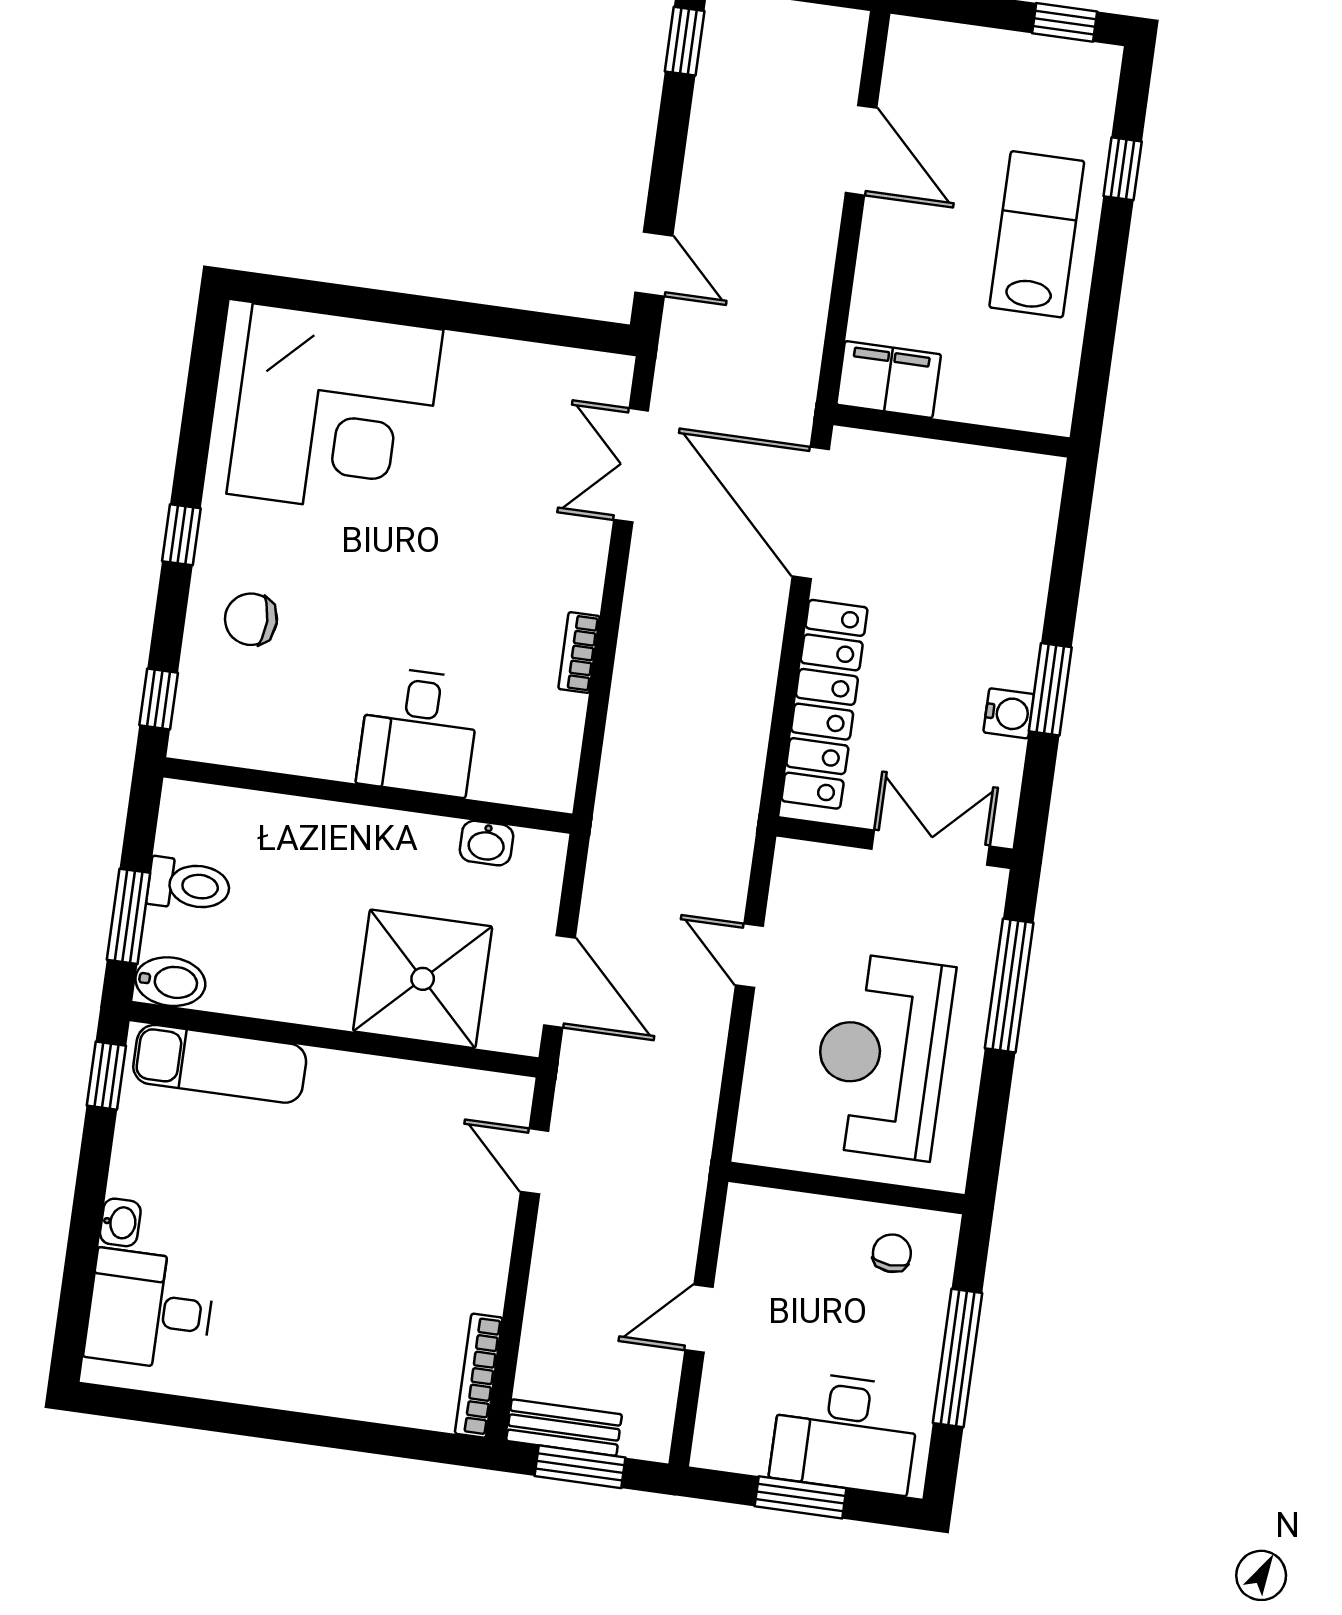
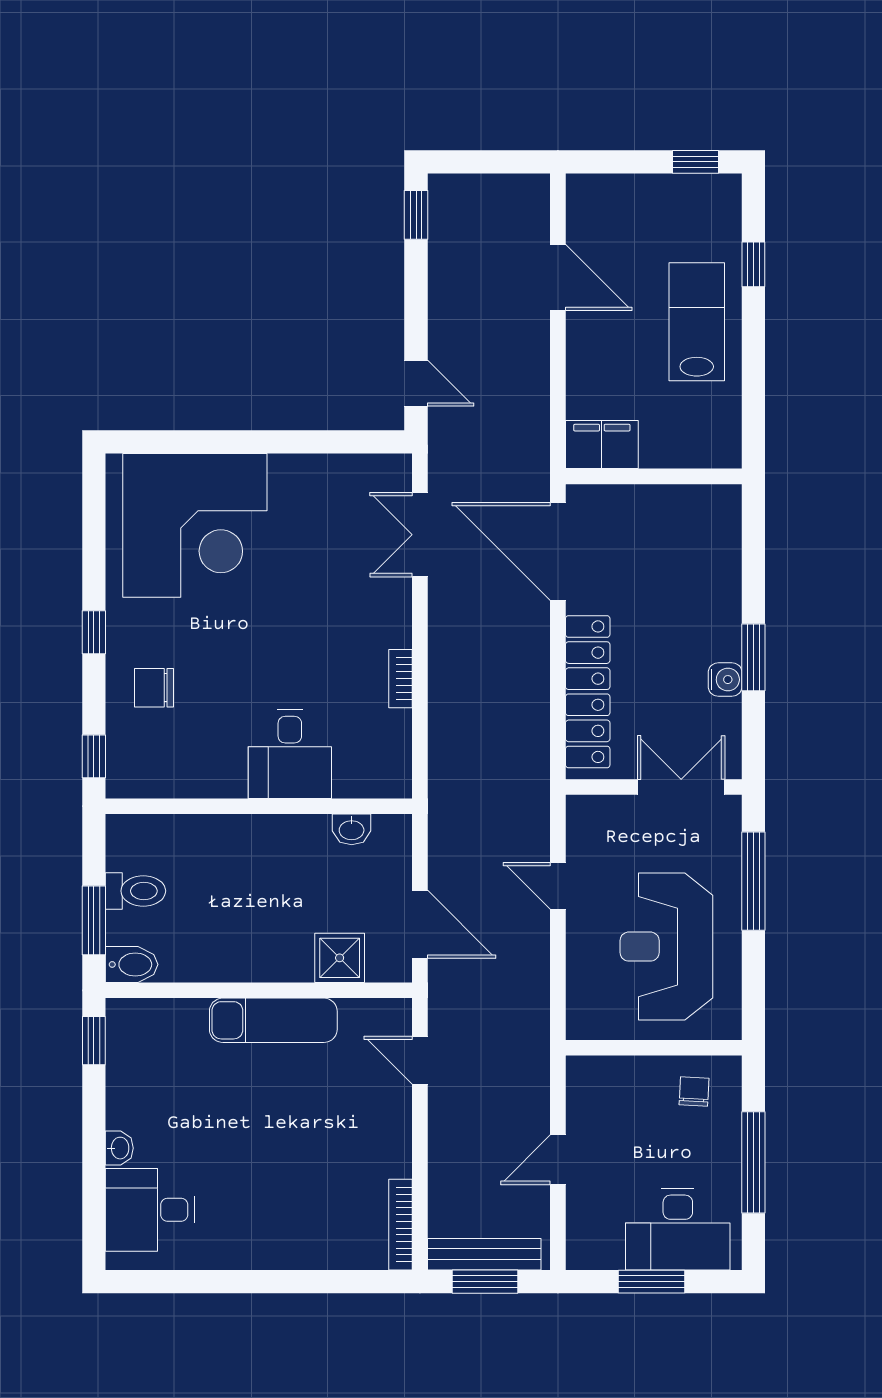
shower: (423, 979) -> (340, 958), width x0.54, depth x0.54
exam couch: (220, 1064) -> (273, 1020), moved
bench: (564, 1428) -> (484, 1254), width x1.36

